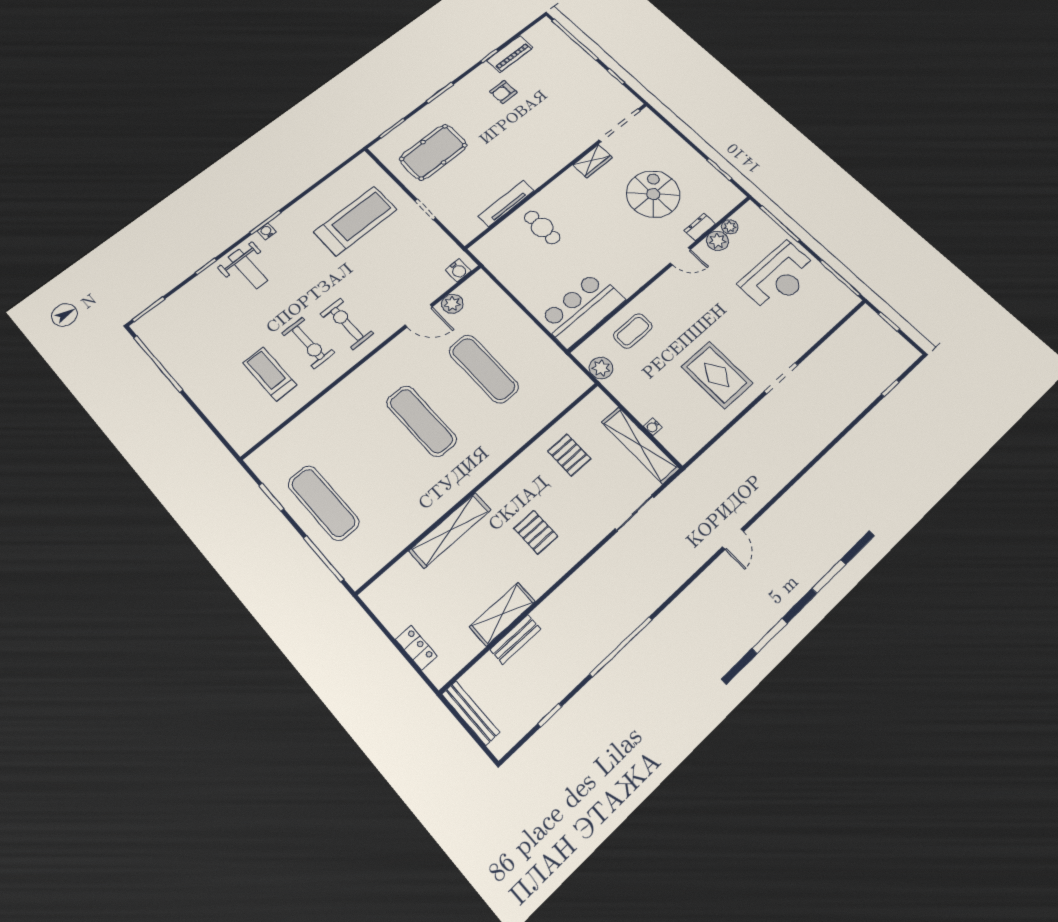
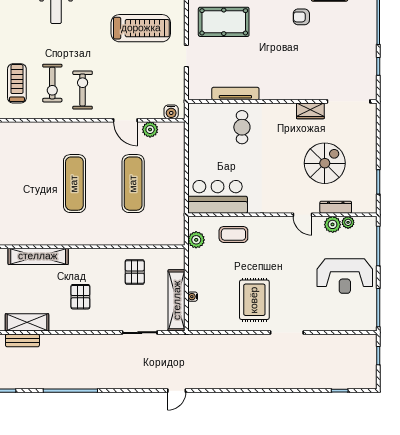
dresser: (700, 227) -> (336, 207), width x1.44

